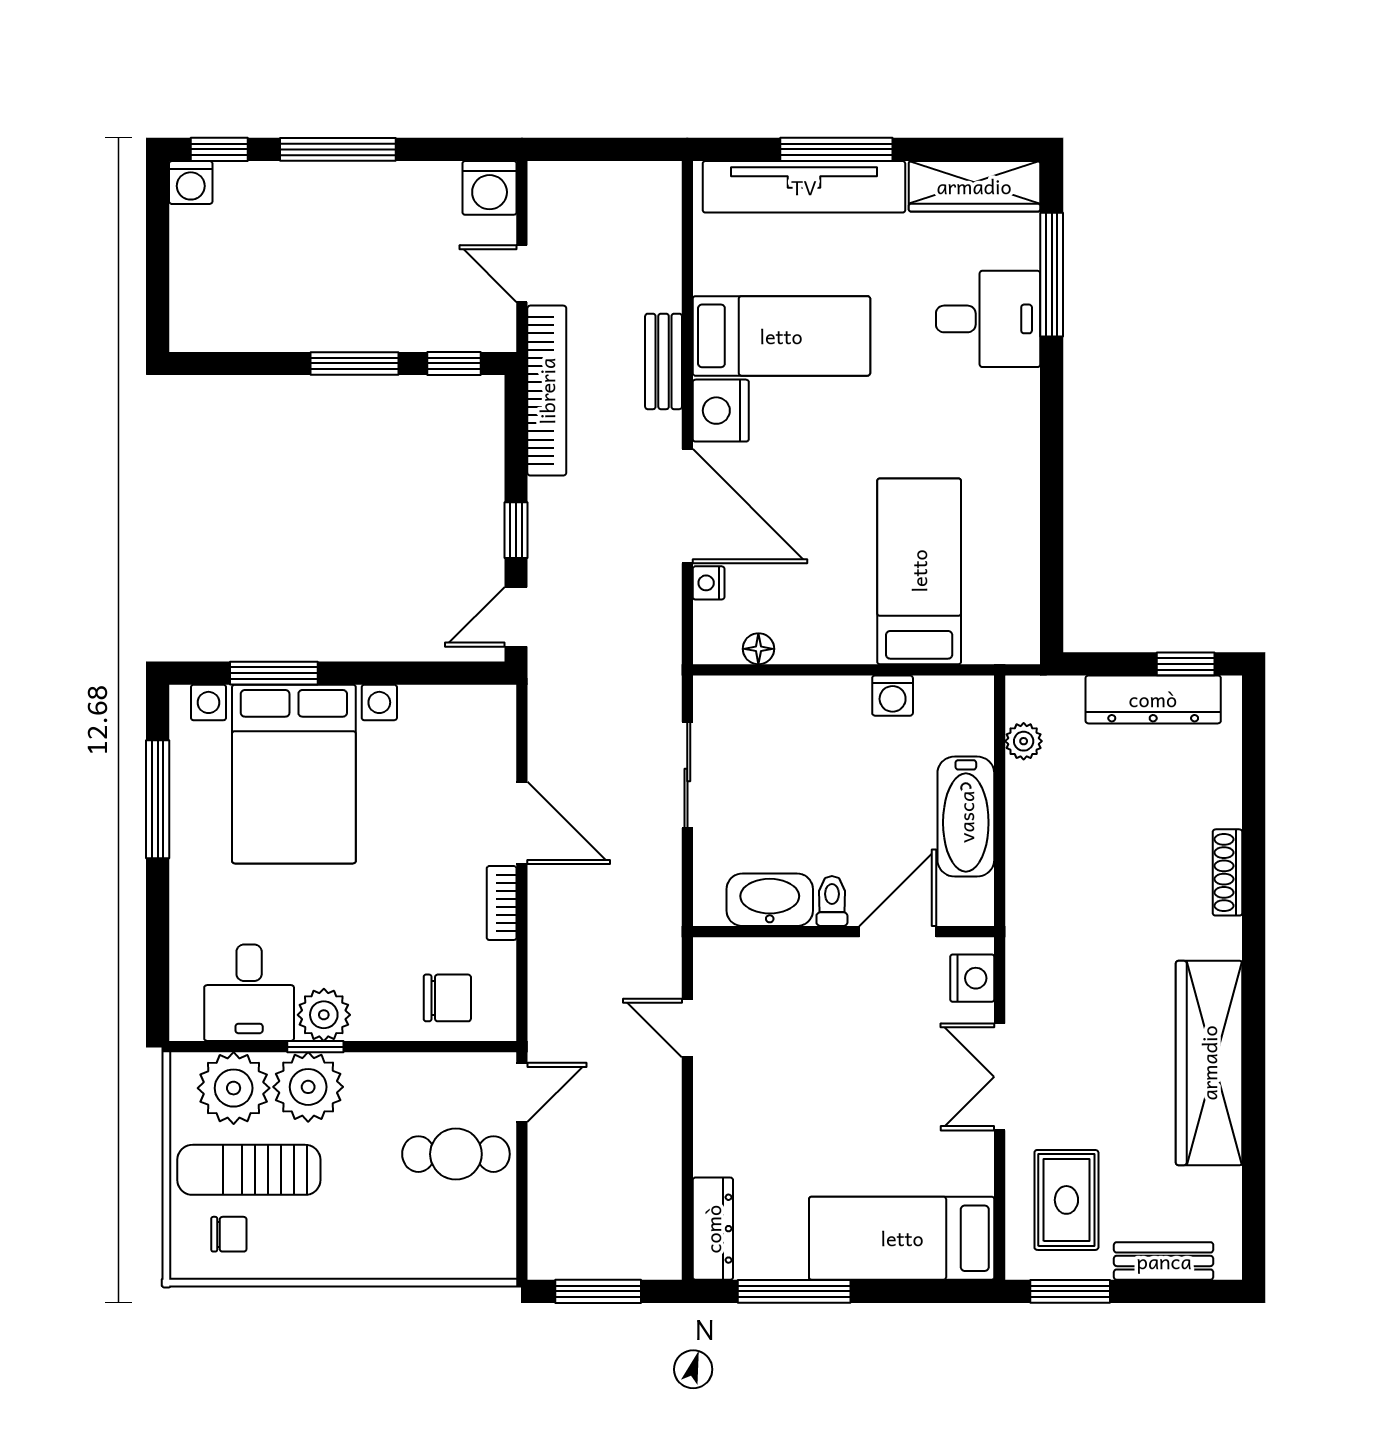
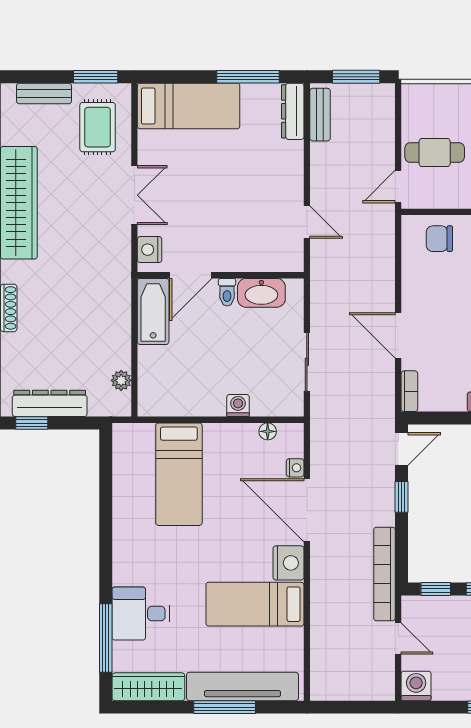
bench: (664, 361) -> (320, 115), moved
washing machine: (893, 696) -> (238, 406), moved
bathtub: (966, 817) -> (153, 311), moved
bookcase: (502, 903) -> (409, 391), moved

